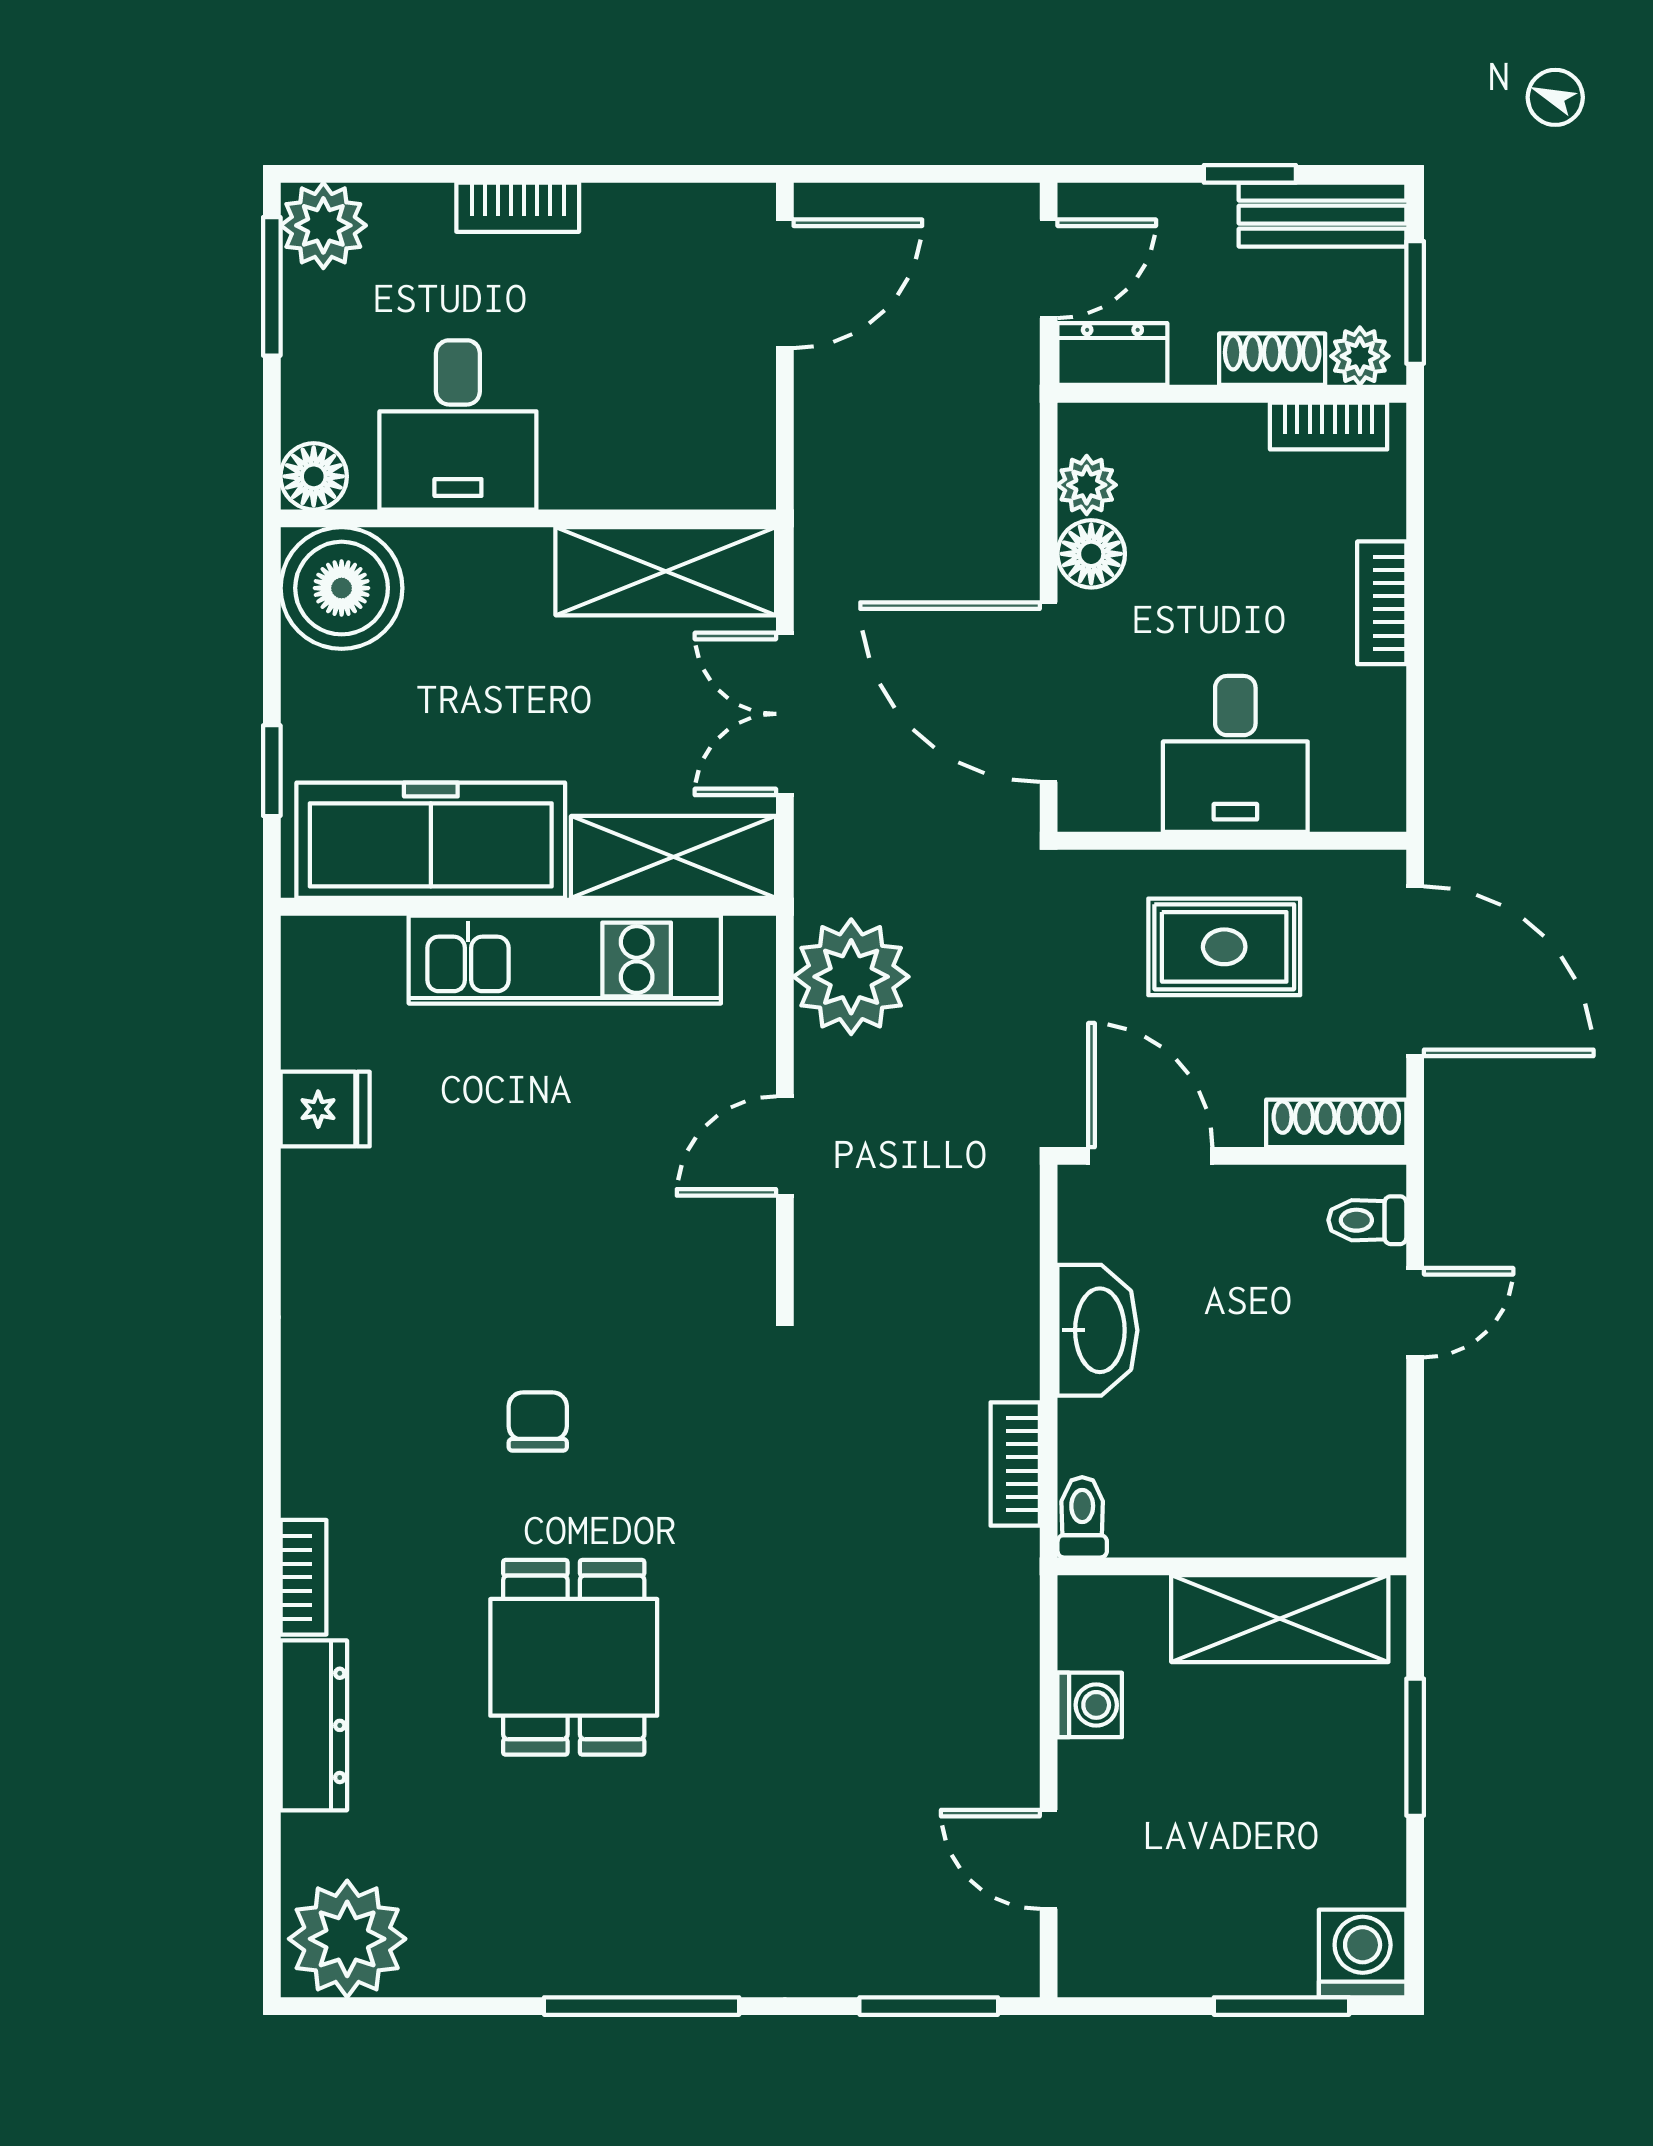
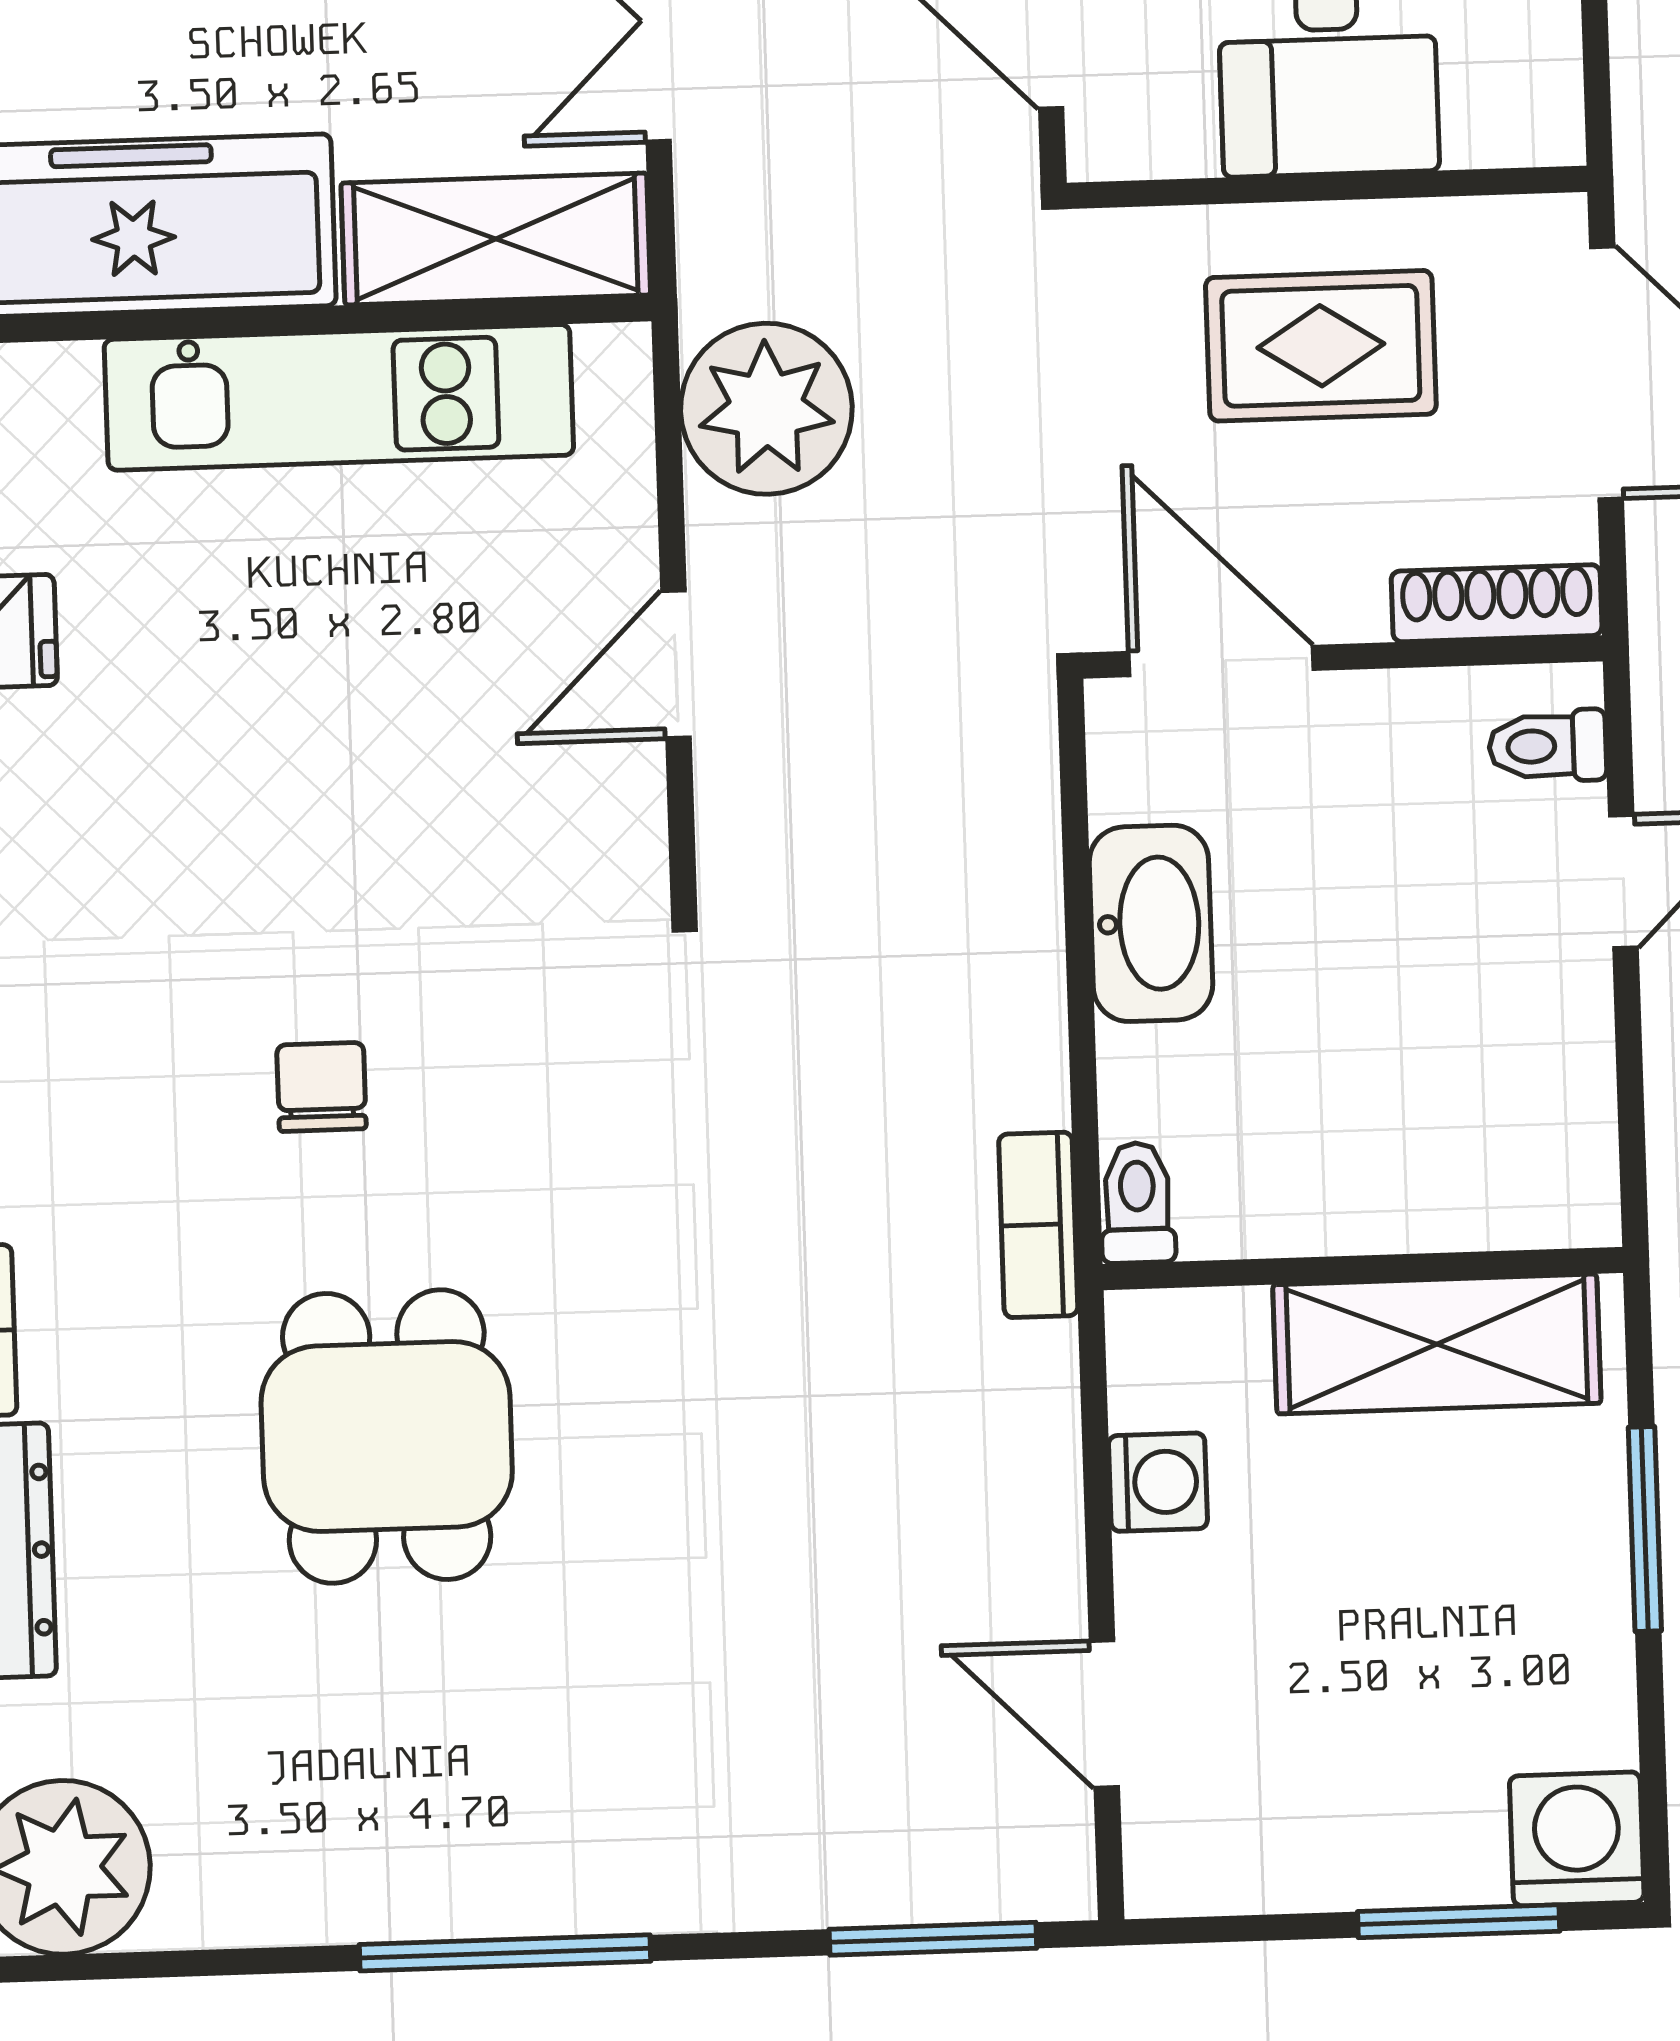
bookcase: (1015, 1464) -> (1038, 1225), moved

